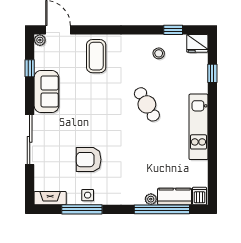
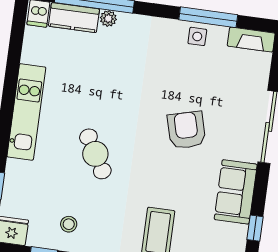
armchair: (89, 160) -> (186, 130), moved, turned -105

